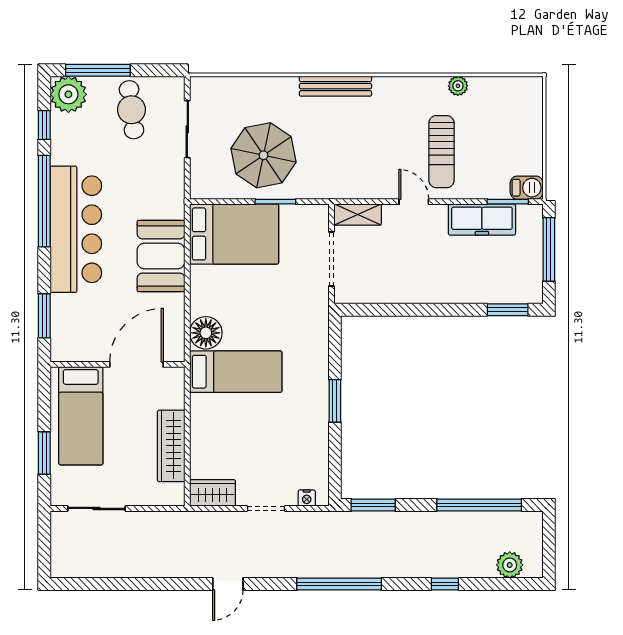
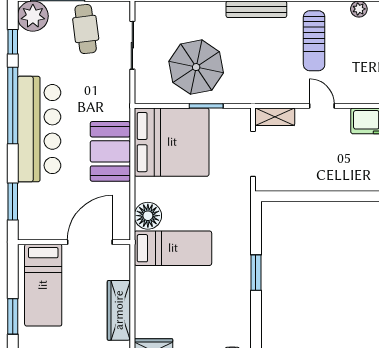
sun lounger: (441, 152) -> (314, 41), moved
bed: (234, 234) -> (172, 142), width x1.36

